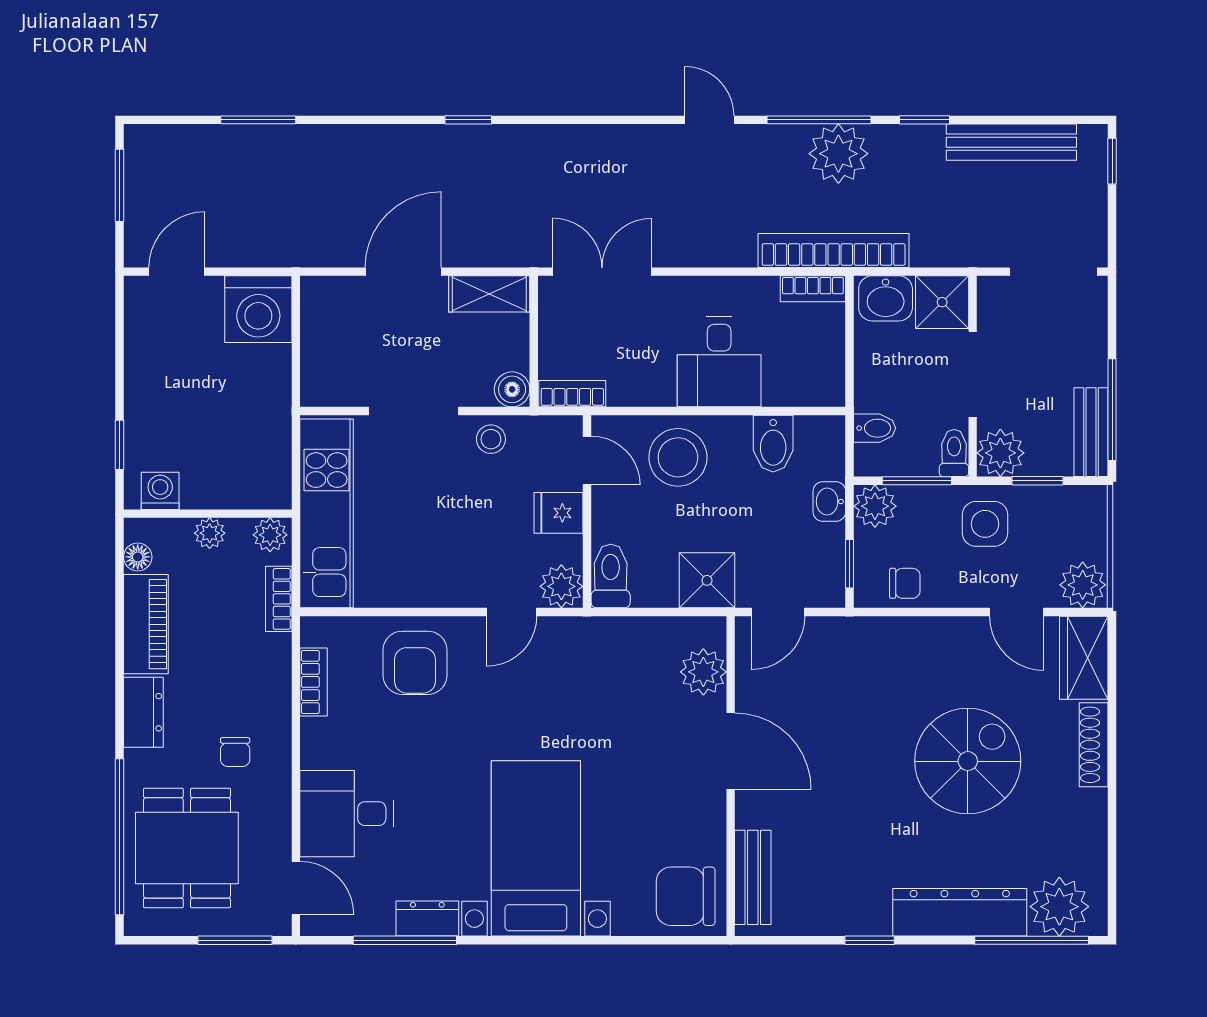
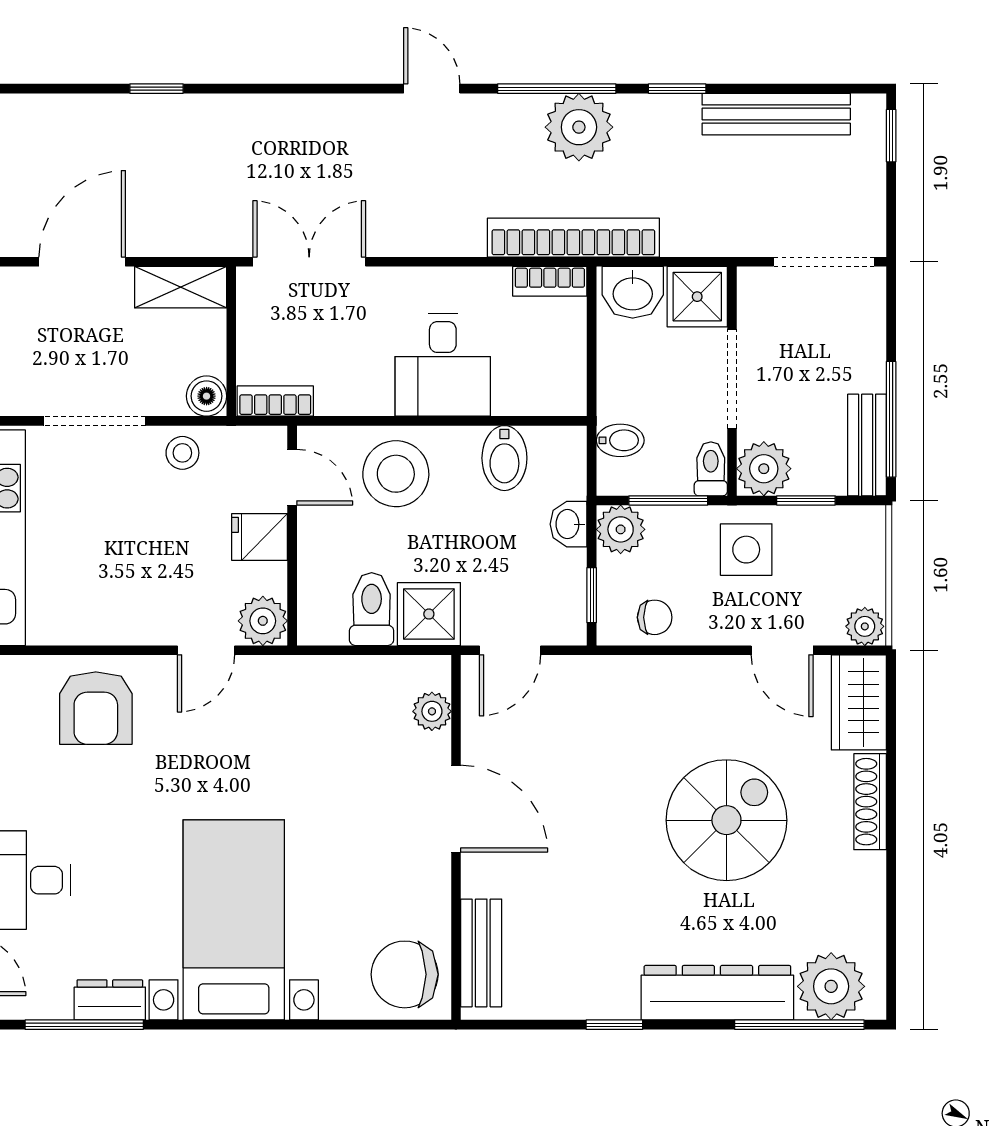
toilet: (611, 576) -> (372, 609), moved
plant: (1083, 585) -> (865, 626), width x0.73, depth x0.73
plant: (703, 672) -> (432, 711), width x0.73, depth x0.73

